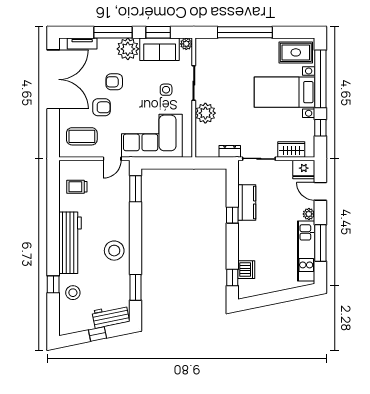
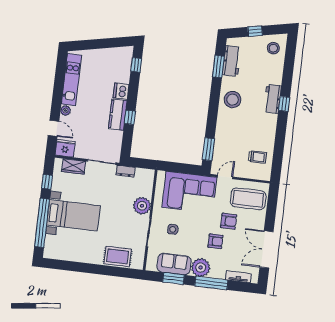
window: (245, 32) -> (101, 270), removed
plant: (186, 44) -> (151, 266), removed
rug: (296, 52) -> (118, 256), moved
double door: (53, 79) -> (267, 249), width x0.73
armchair: (102, 107) -> (229, 221), turned 180
coffee table: (82, 136) -> (248, 199), width x1.36, depth x1.32
kitchen counter: (247, 202) -> (118, 115), moved
workbench: (70, 243) -> (273, 99), width x0.53, depth x0.76
window: (320, 243) -> (59, 85), removed
dishwasher: (246, 270) -> (121, 91), moved
window: (53, 284) -> (284, 104), moved
stool: (73, 293) -> (273, 48), moved
workbench: (111, 316) -> (232, 61), moved, turned -78

